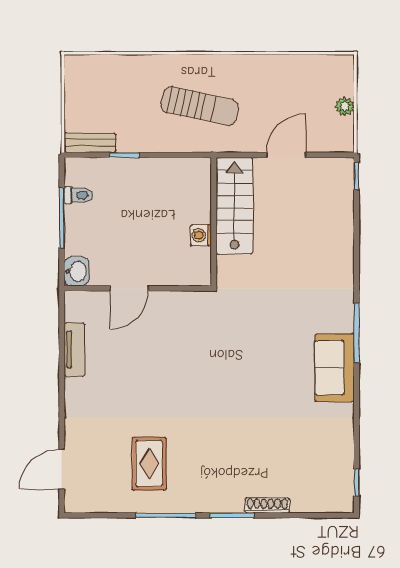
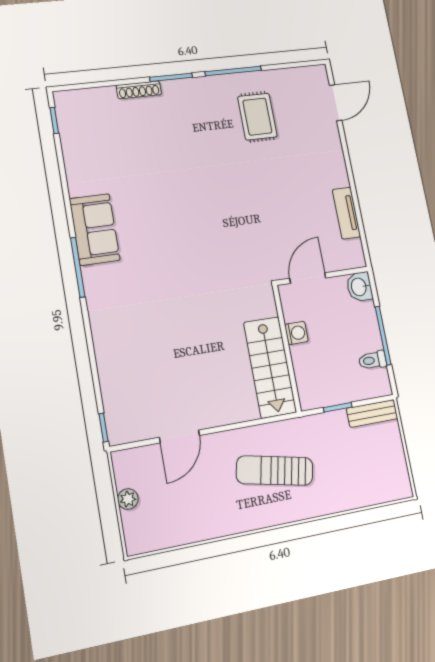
stairs: (234, 206) -> (270, 367), moved
wall: (214, 222) -> (287, 348), moved
washing machine: (201, 235) -> (296, 333), moved

